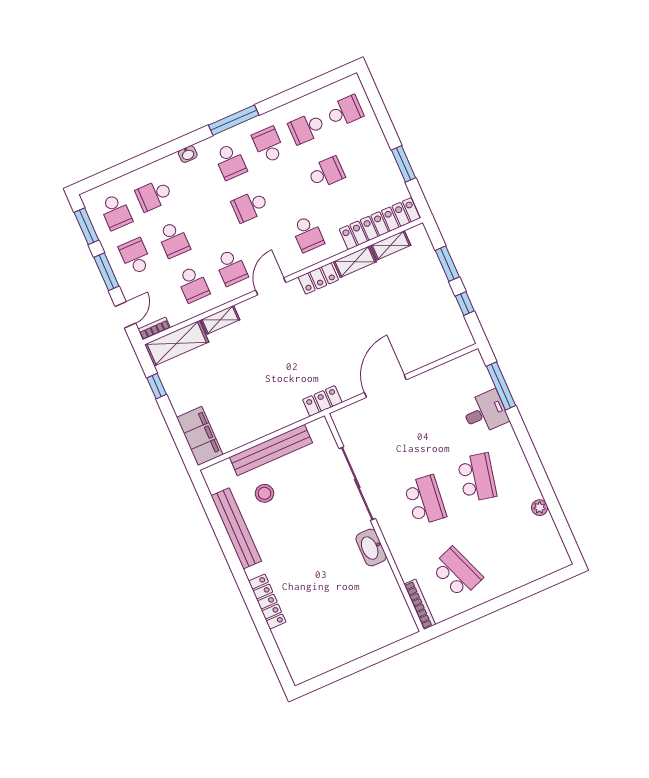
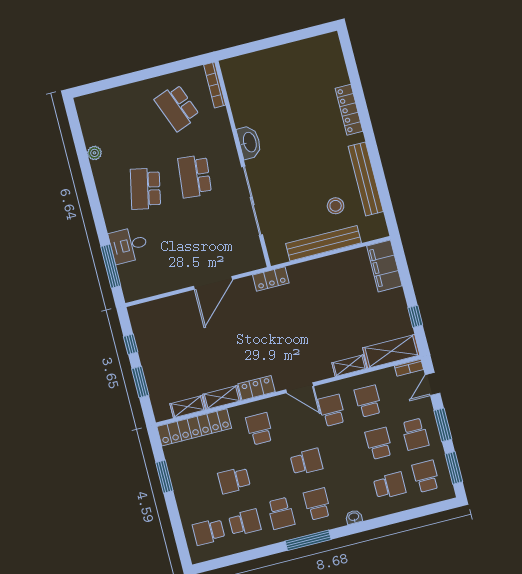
door: (271, 286) -> (300, 388), hinge flipped

